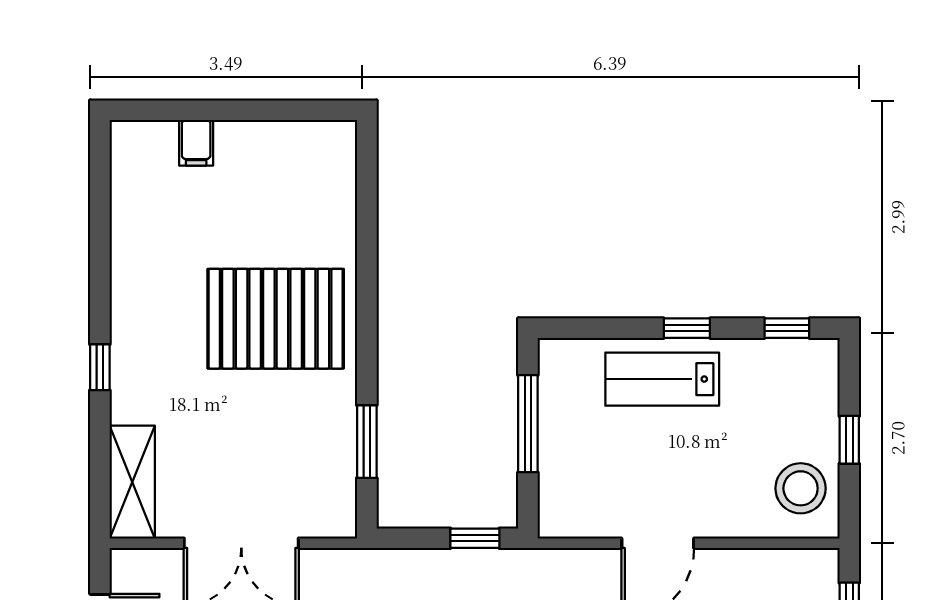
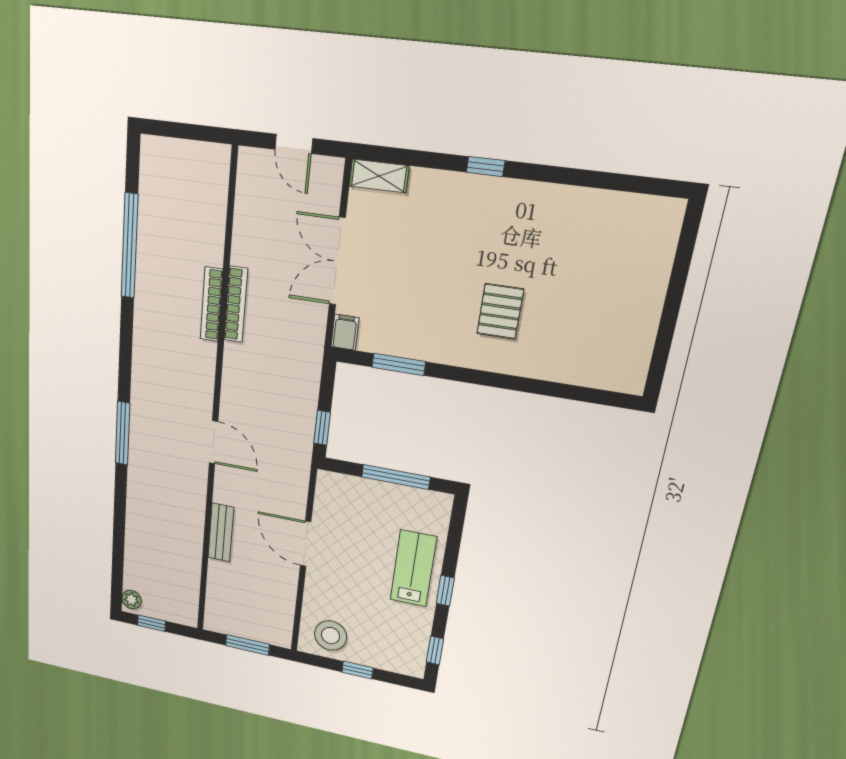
filing cabinet: (196, 143) -> (345, 332), moved, turned 90
pallet: (276, 319) -> (500, 311), width x0.49, depth x0.50
shelving: (132, 482) -> (379, 176), width x0.67, depth x0.75

